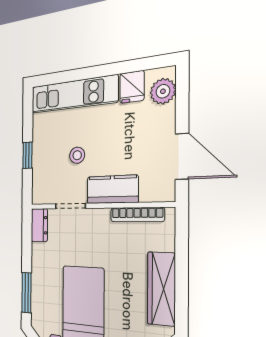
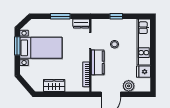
plant: (163, 91) -> (129, 86), moved
wardrobe: (161, 289) -> (54, 86), width x0.67
window: (26, 293) -> (60, 16), moved

